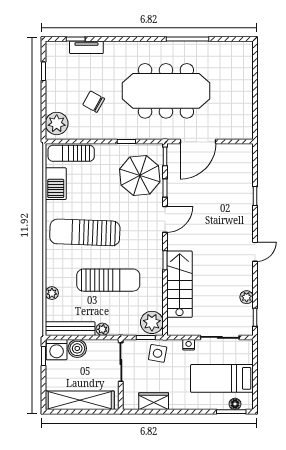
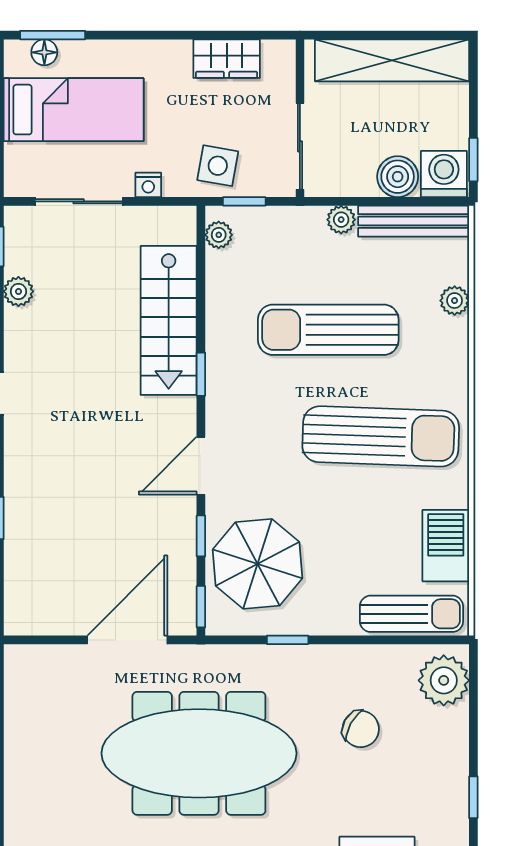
plant: (152, 322) -> (219, 235), width x0.53, depth x0.53

